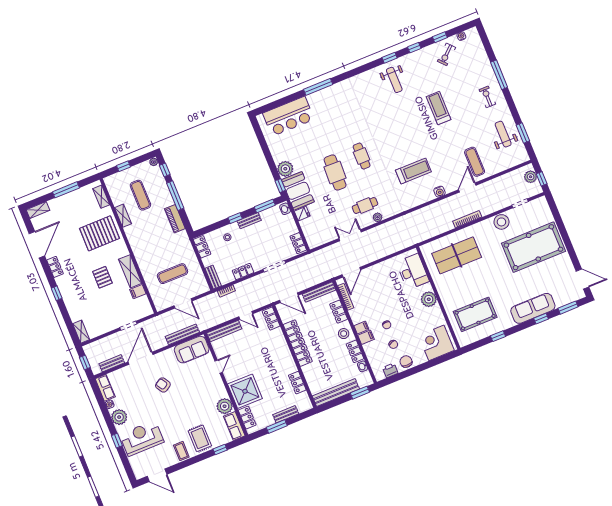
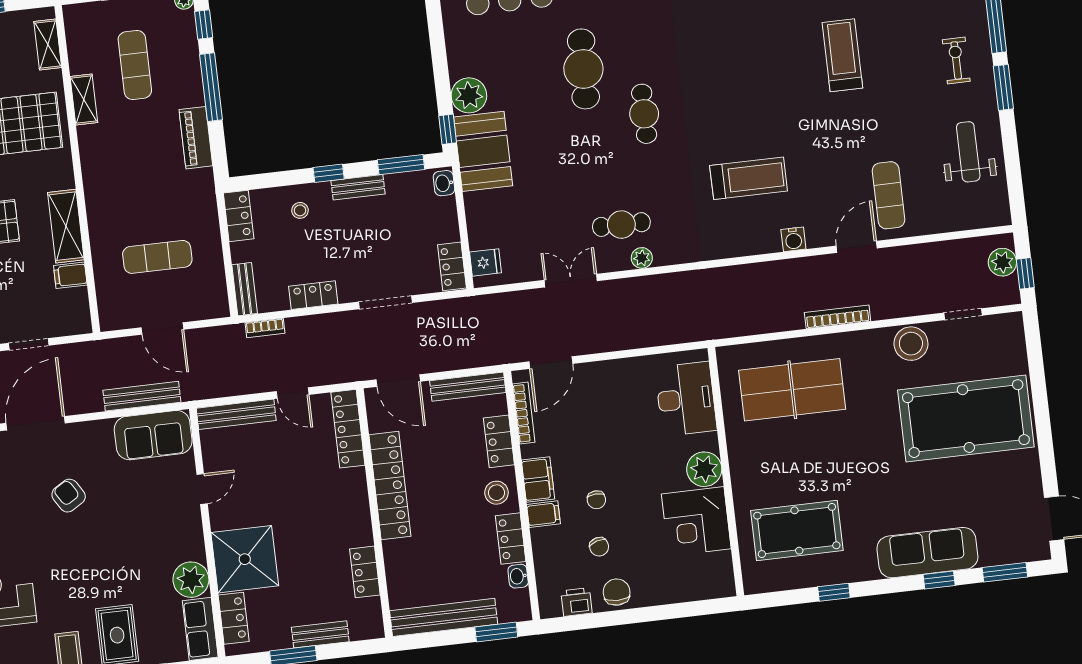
window: (523, 133) -> (1003, 87), moved
cafe table: (335, 172) -> (583, 69), moved
fridge: (302, 214) -> (485, 262), moved
locker: (271, 319) -> (348, 429), width x1.53
filing cabinet: (361, 328) -> (538, 480), width x2.00
corner desk: (436, 343) -> (696, 521), moved, turned -90

